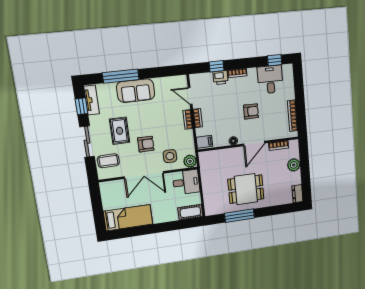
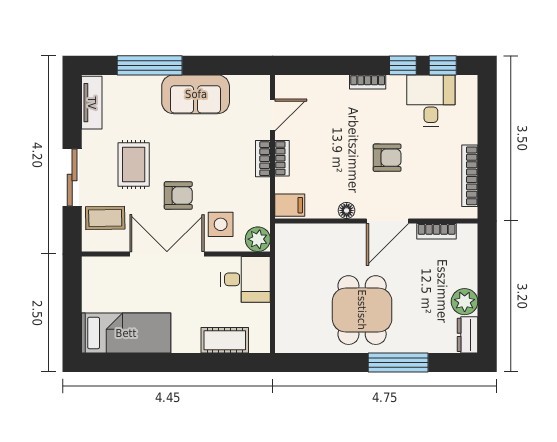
window: (216, 66) -> (403, 65), moved
printer: (221, 78) -> (334, 87), removed
sofa: (136, 91) -> (196, 94), moved
door: (190, 96) -> (273, 115), swing flipped
window: (81, 106) -> (72, 112), removed
plant: (294, 165) -> (465, 302), moved
double door: (144, 175) -> (167, 254), swing flipped
dining table: (246, 189) -> (362, 310), turned 90
cot: (190, 212) -> (225, 340), moved
window: (240, 216) -> (398, 362), moved

